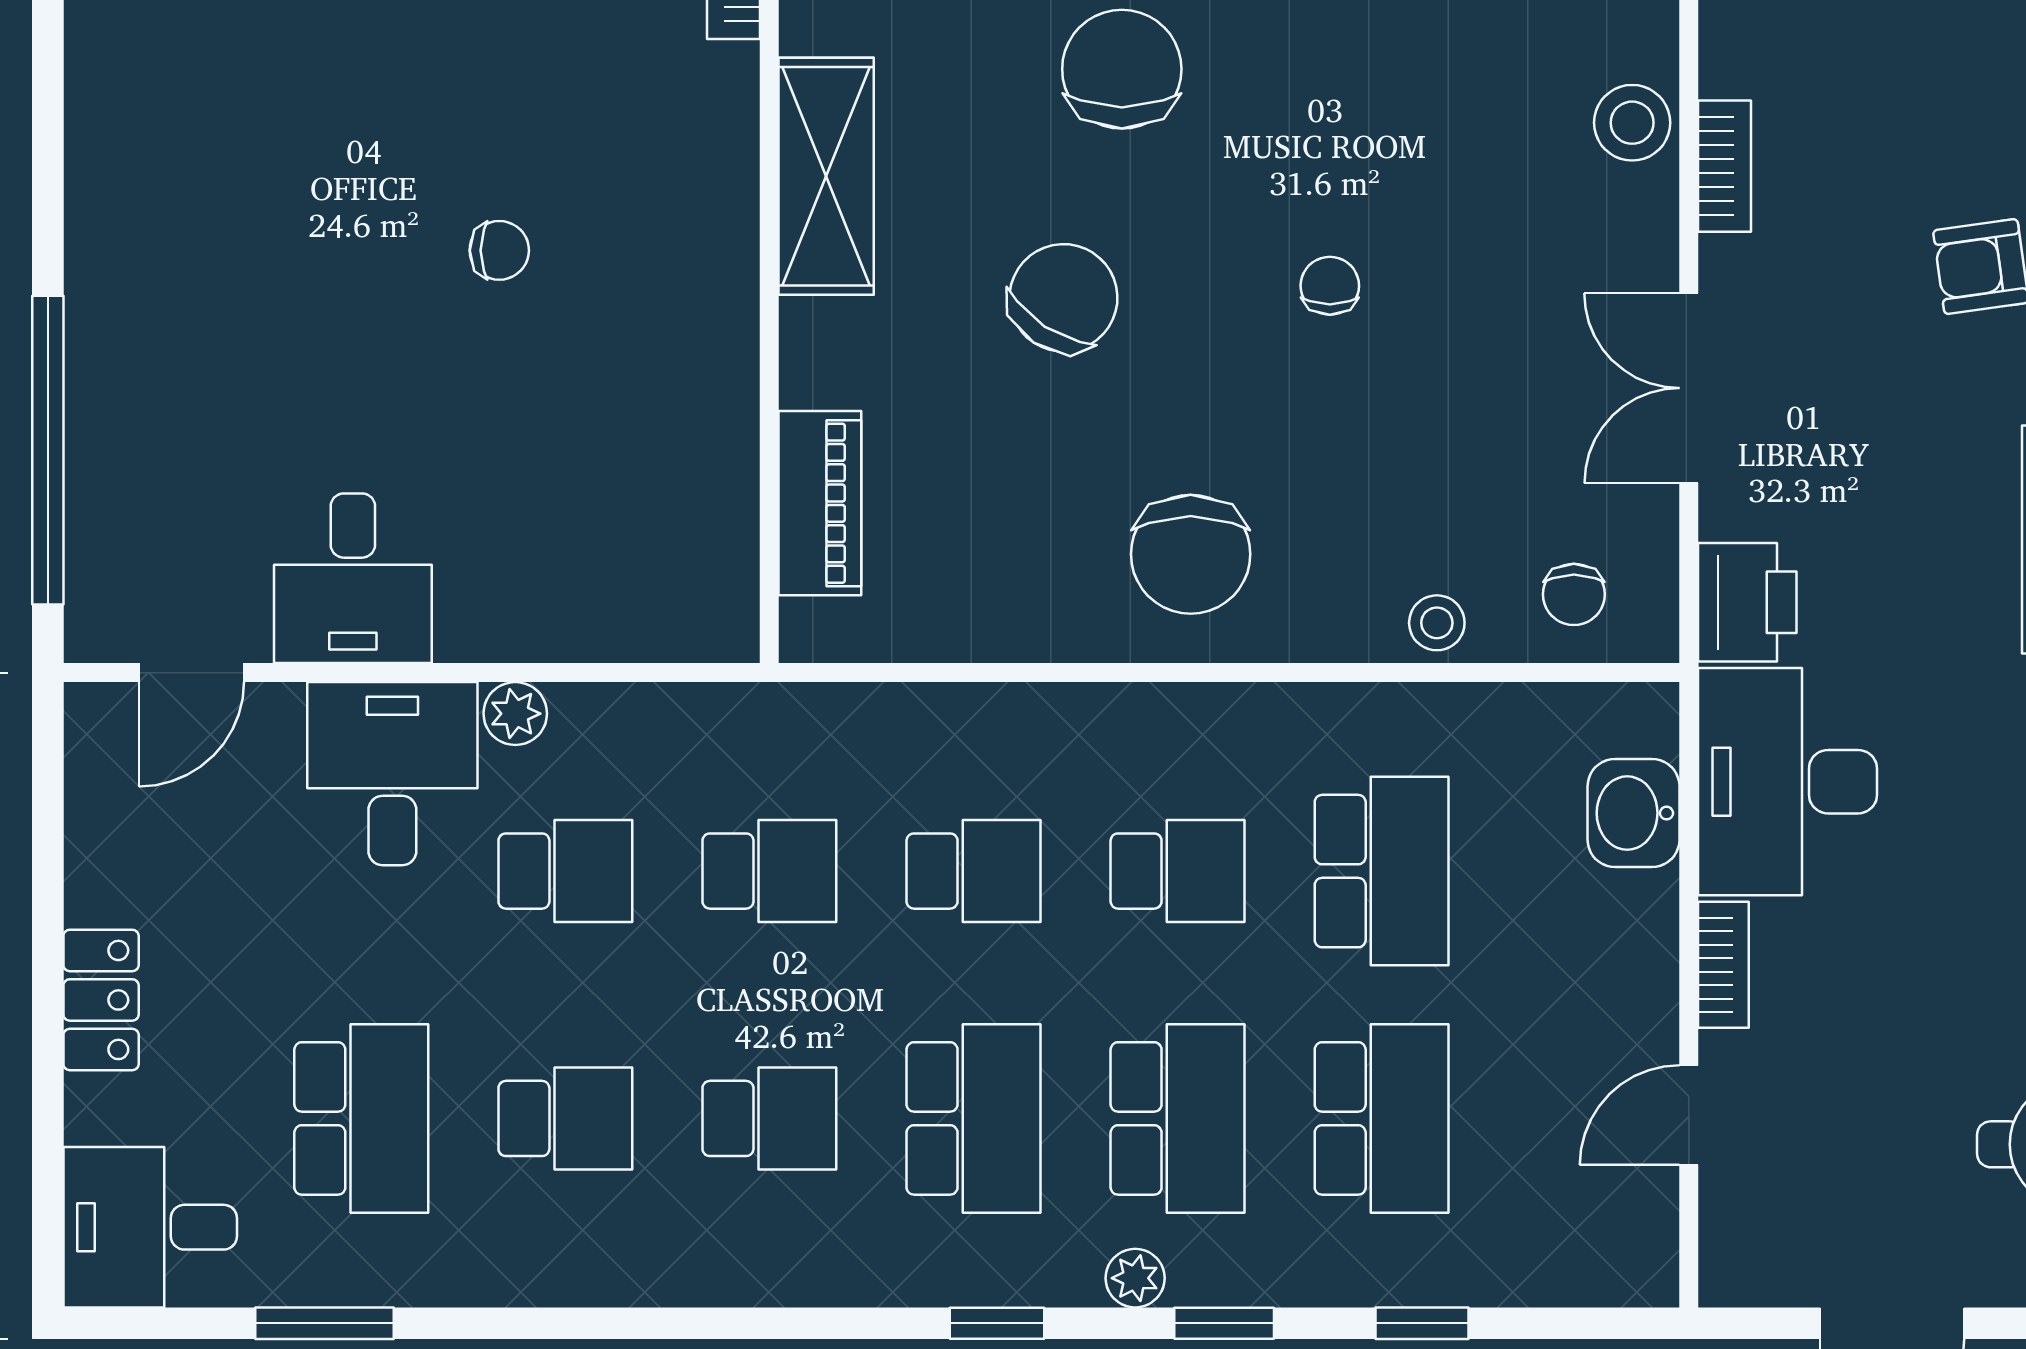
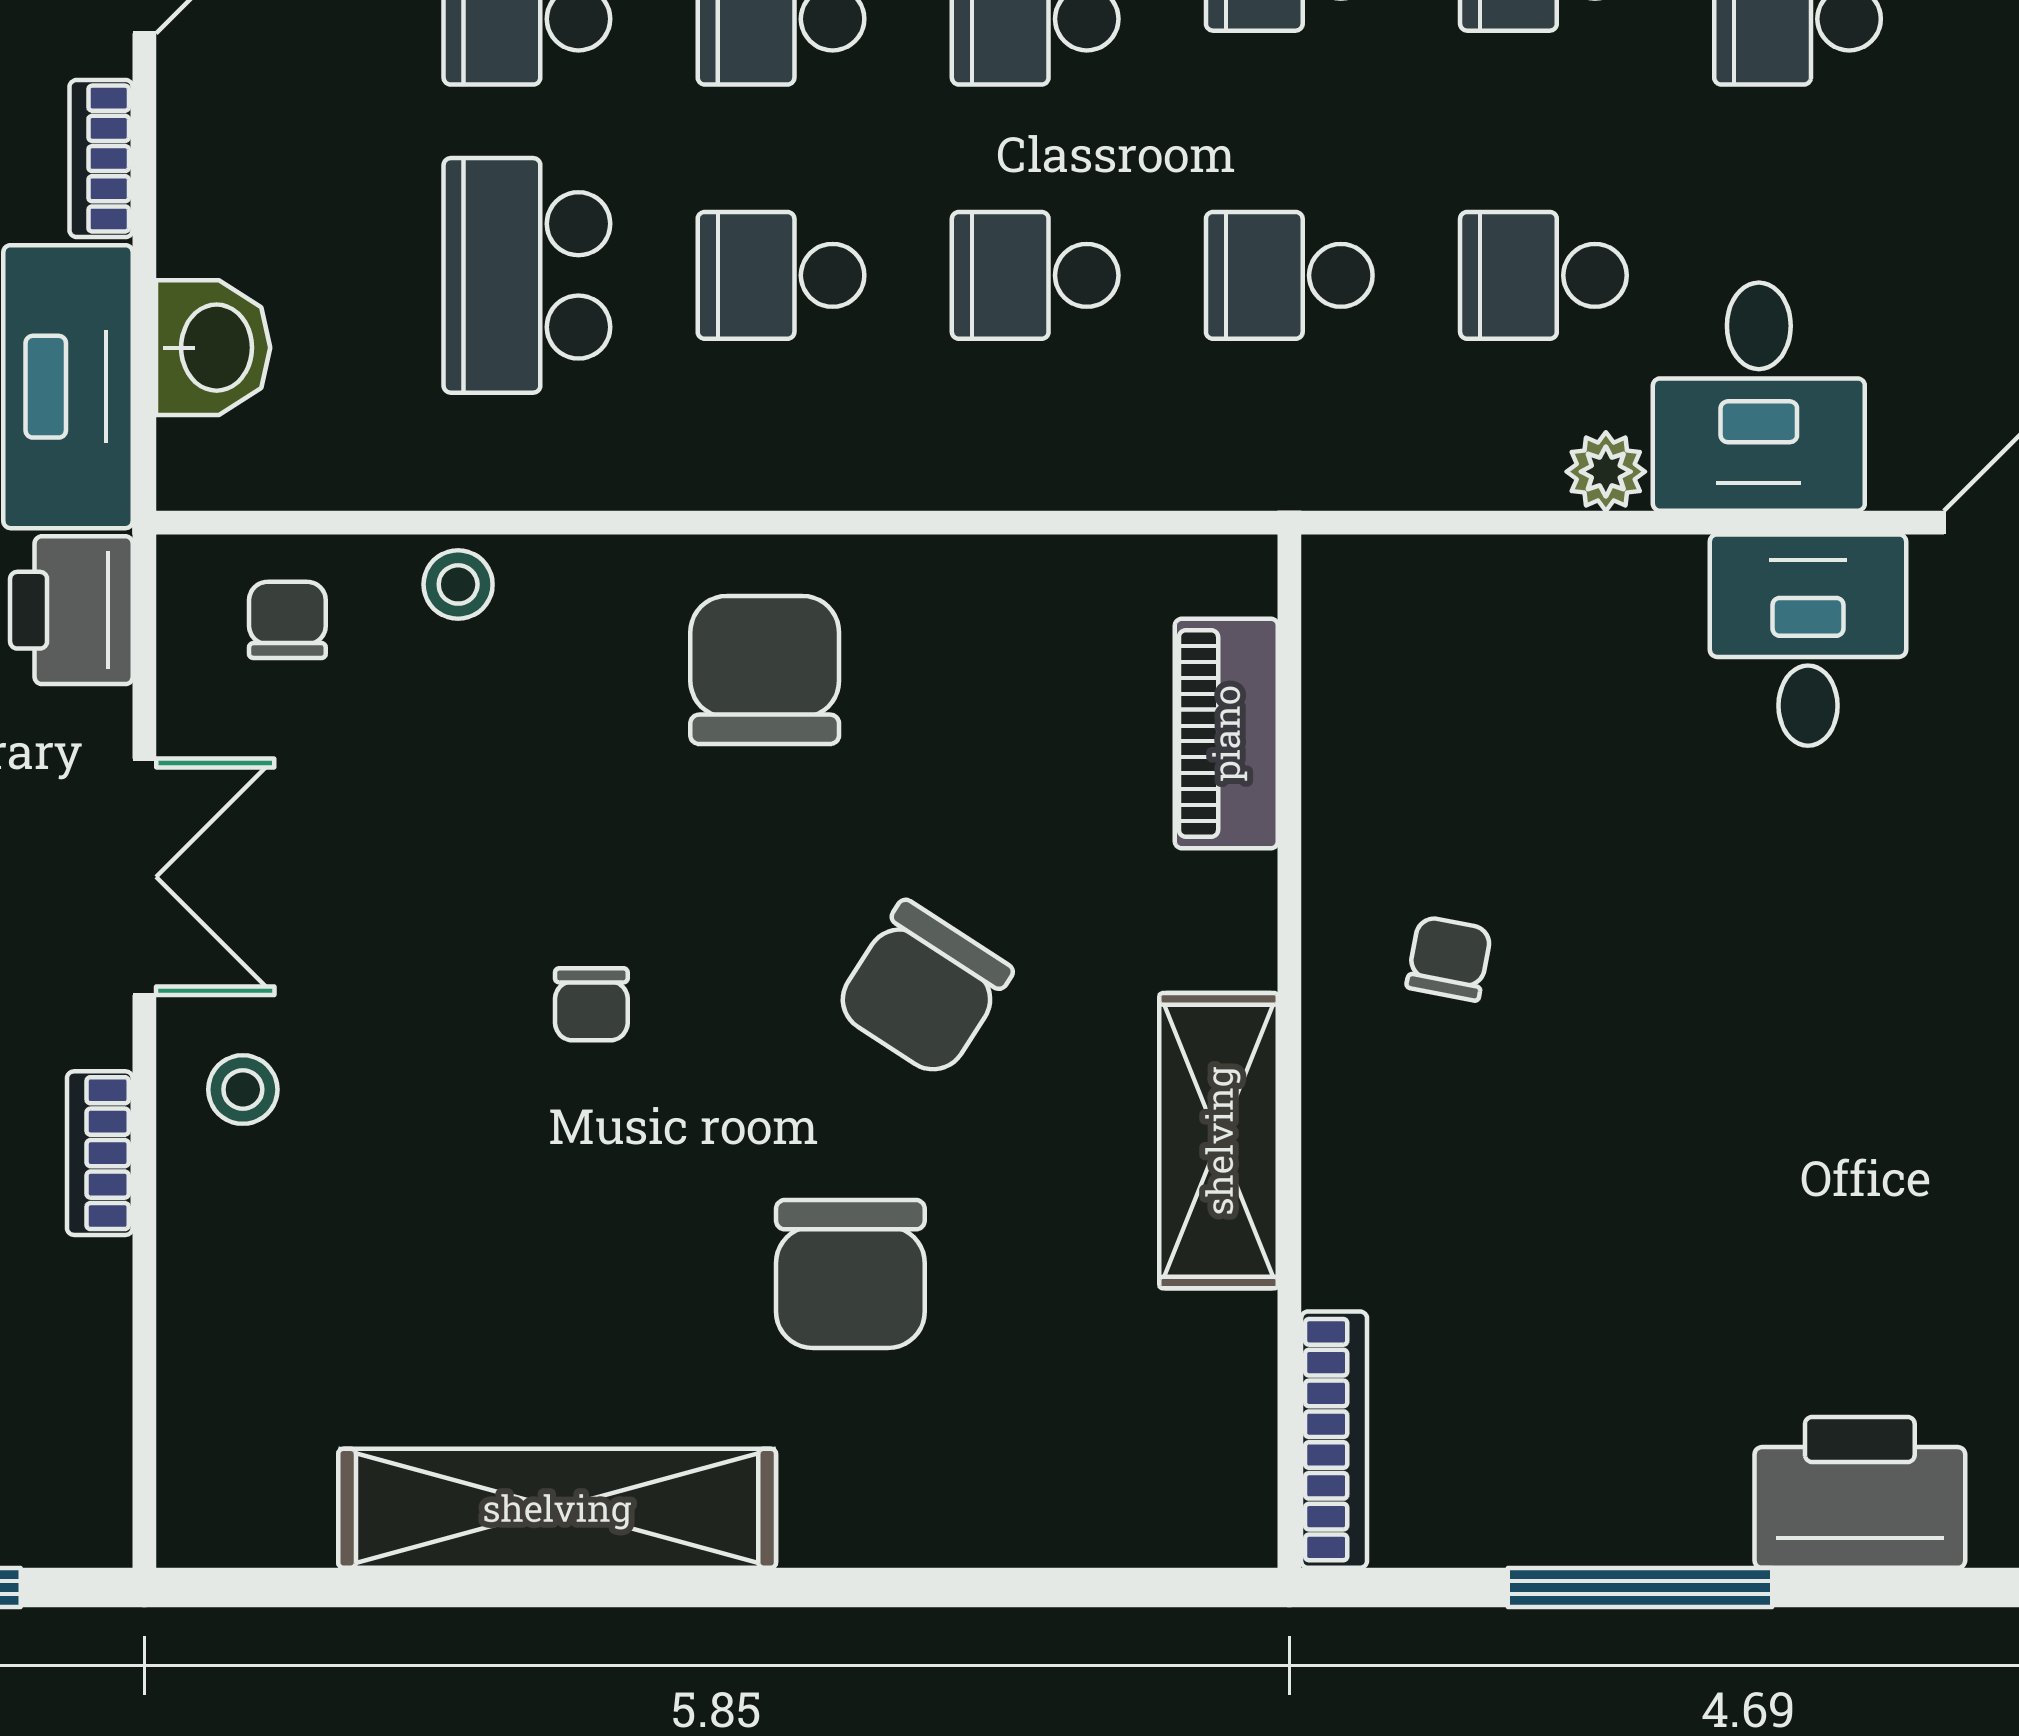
stool: (1632, 123) -> (243, 1090), moved, width x0.73, depth x0.73
chair: (499, 250) -> (1449, 958), moved, turned 101

